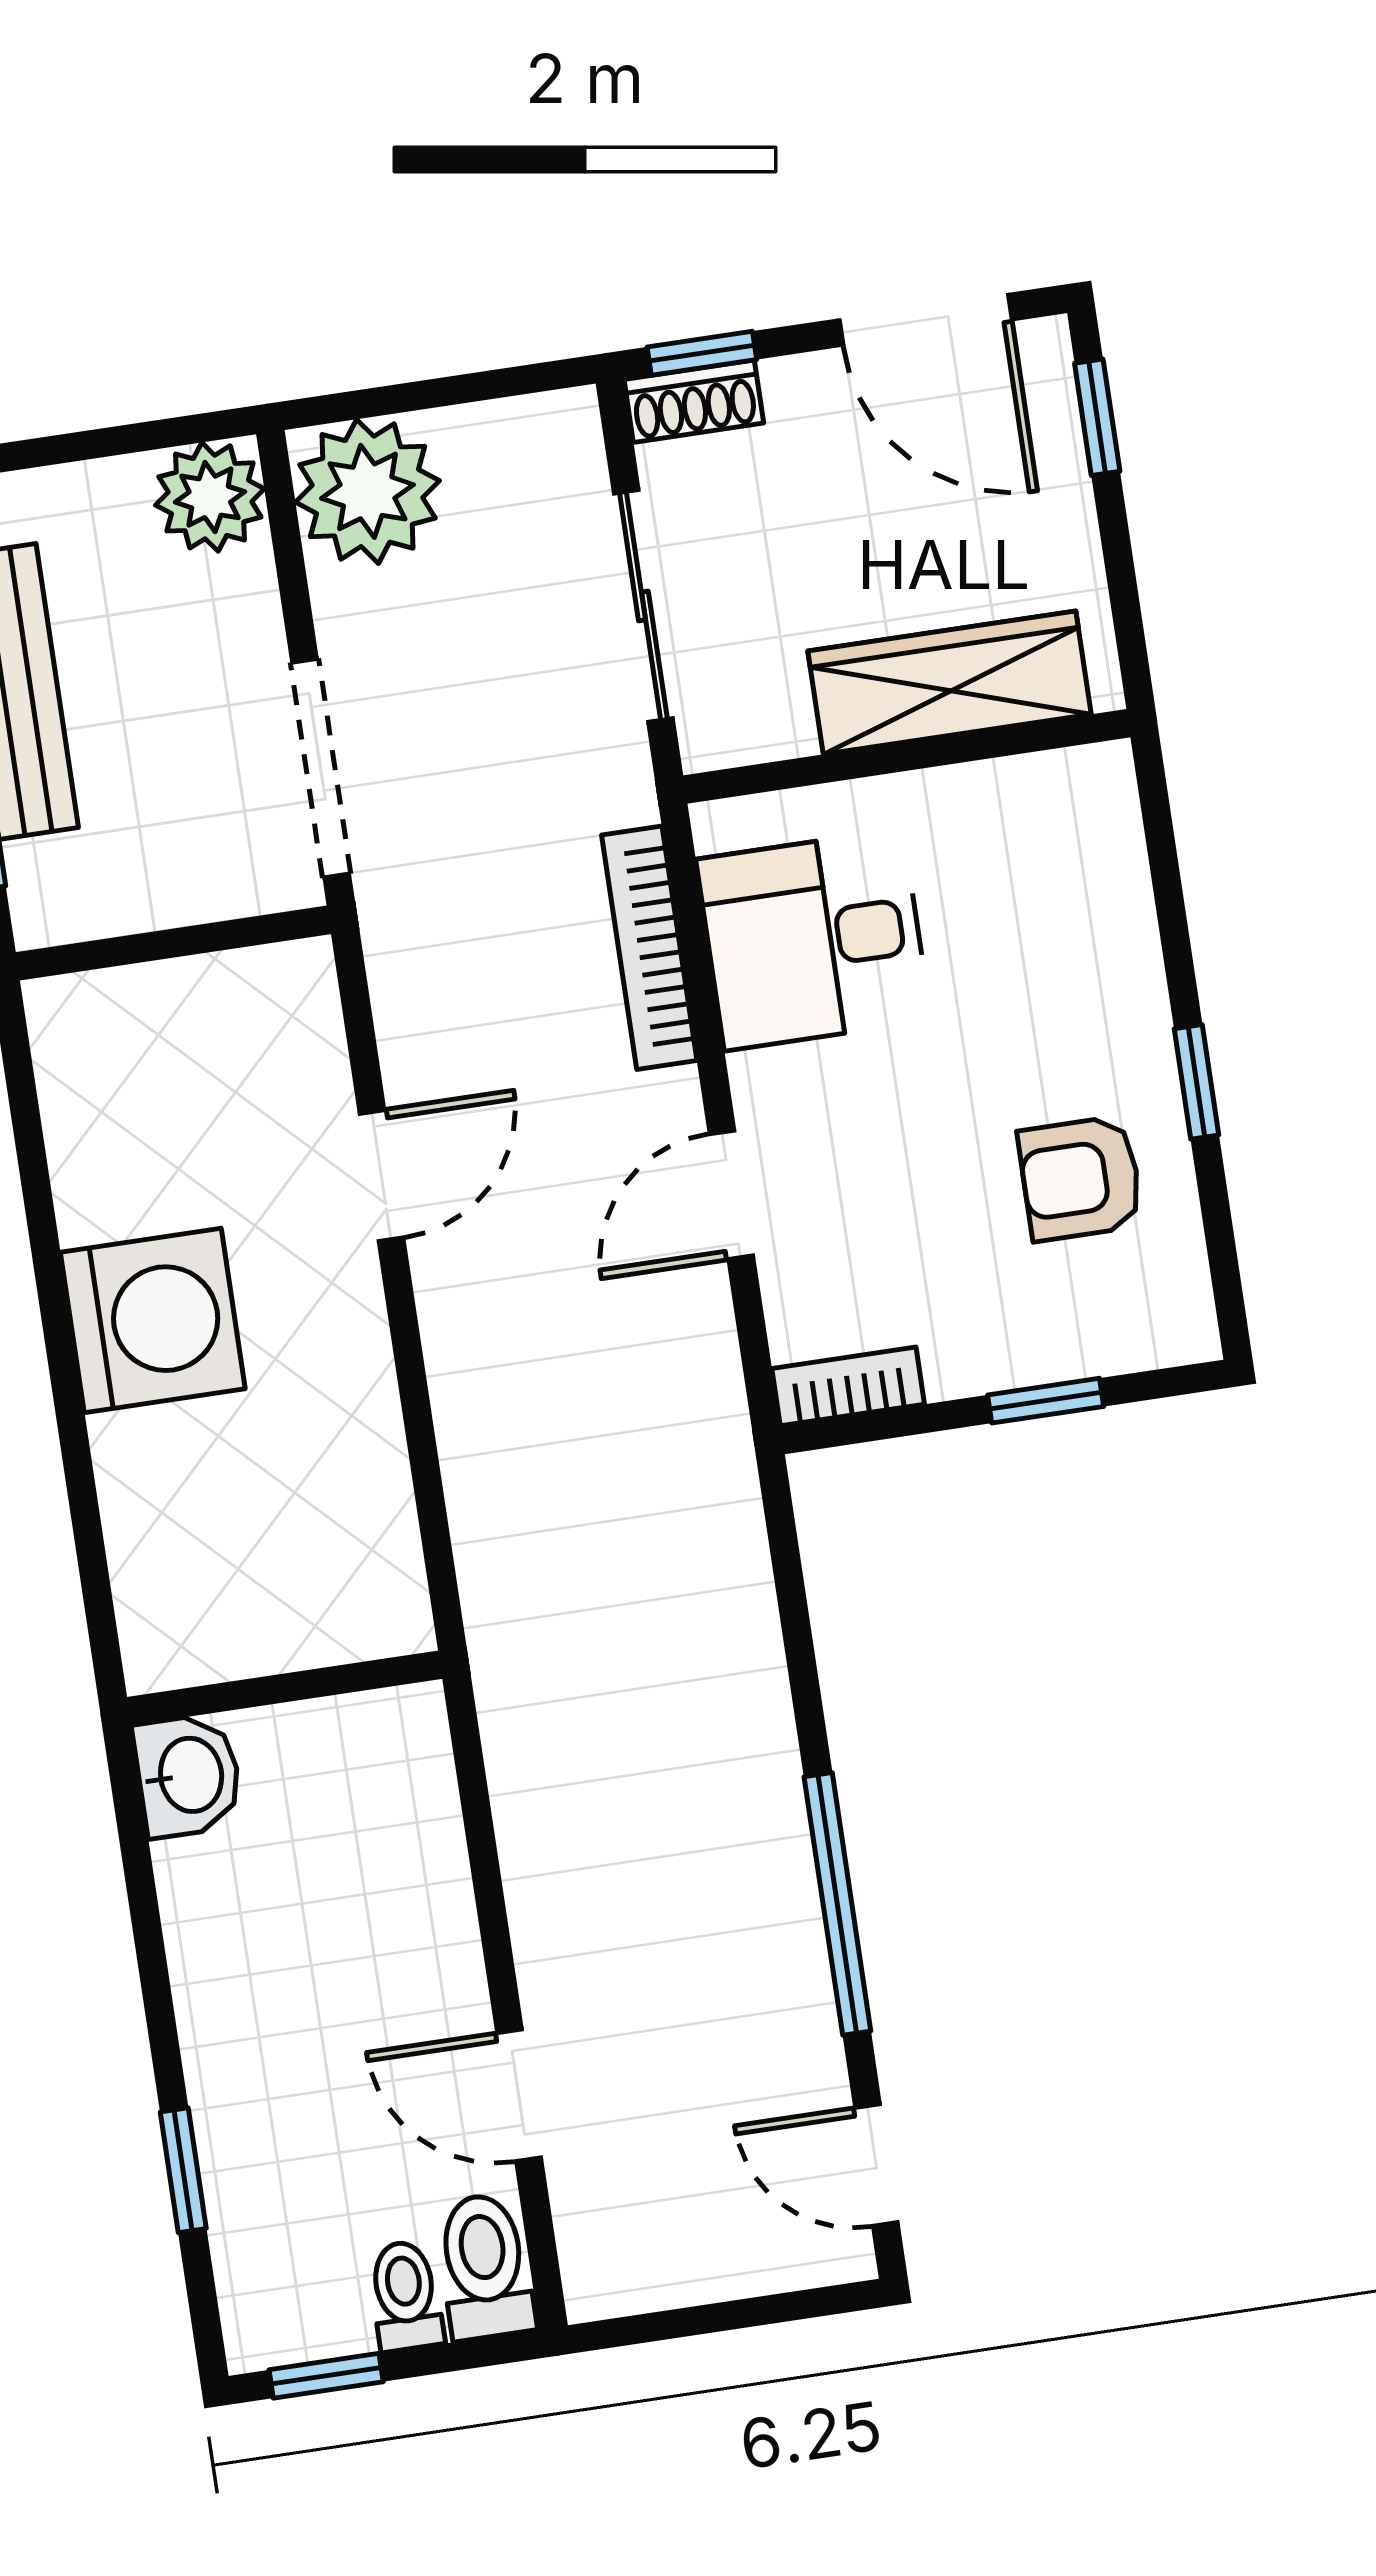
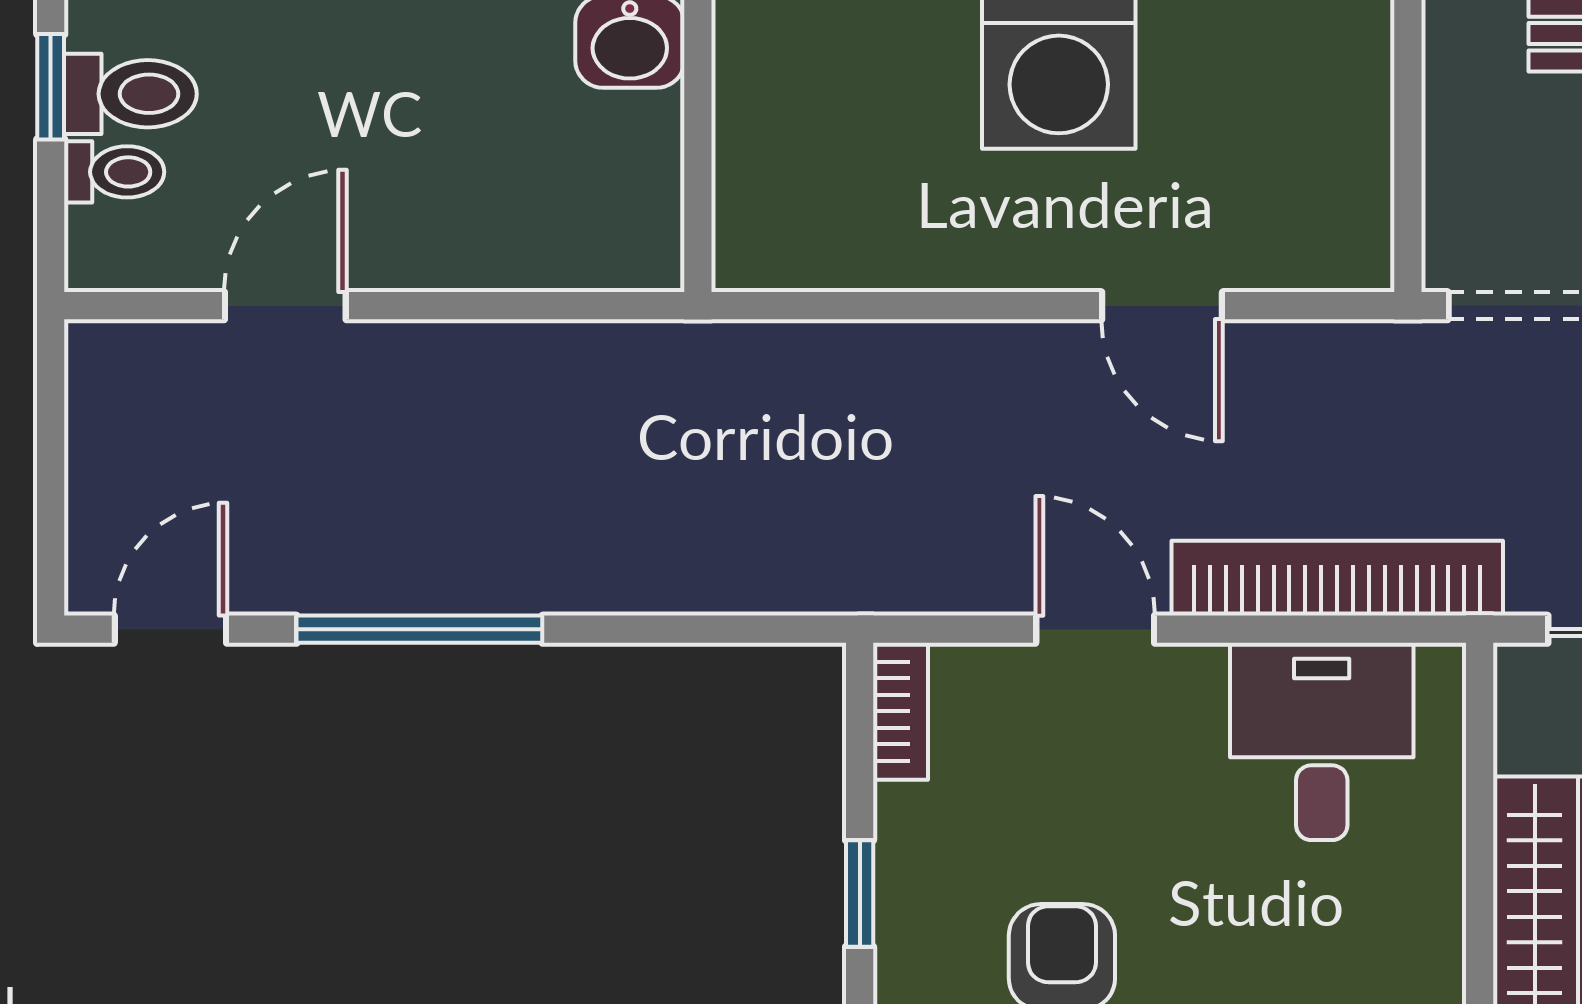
bookcase: (649, 948) -> (1337, 578), width x1.48, depth x1.31
toilet: (485, 2267) -> (130, 94), moved

